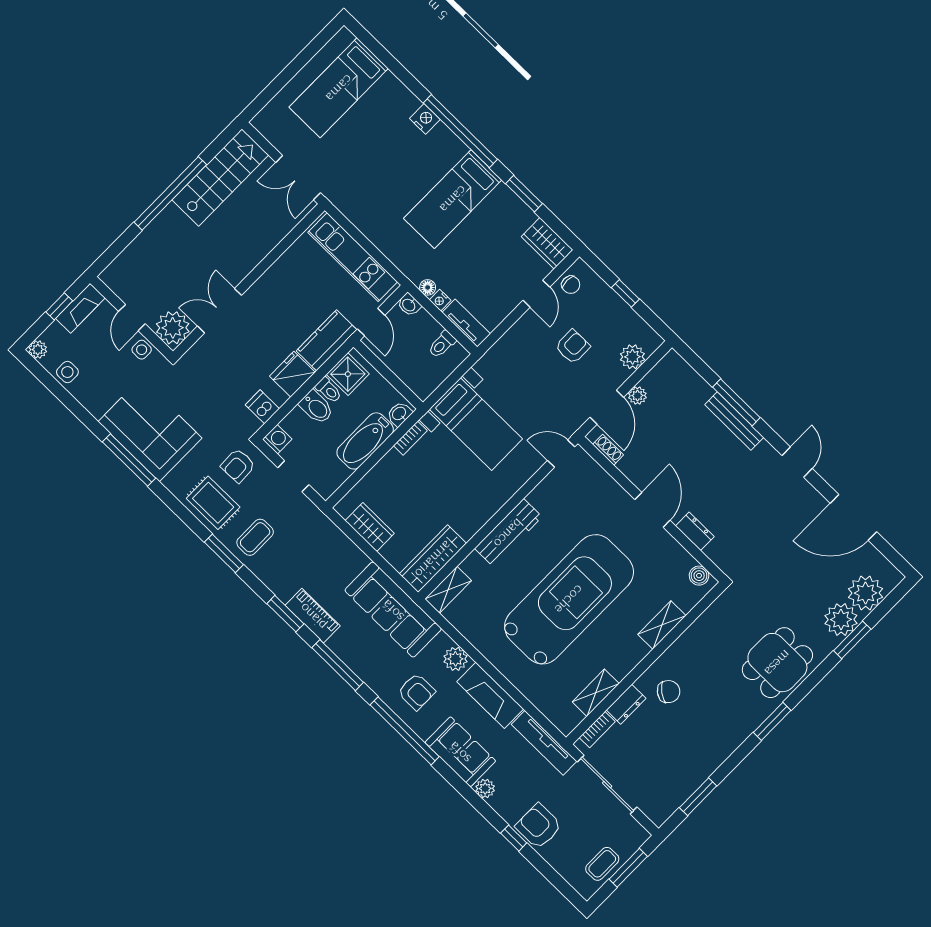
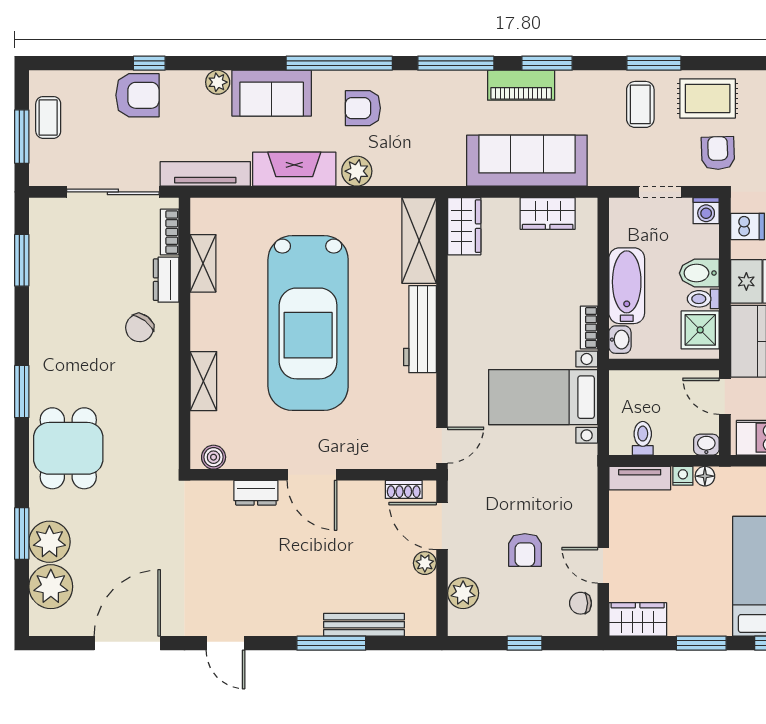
bench: (734, 421) -> (364, 625), moved
wardrobe: (433, 559) -> (464, 226), width x0.67
shelving: (448, 590) -> (419, 240), width x1.50, depth x1.33
sofa: (393, 610) -> (527, 161), moved

